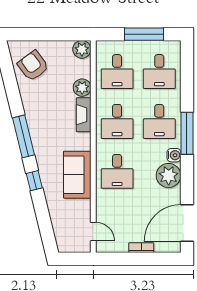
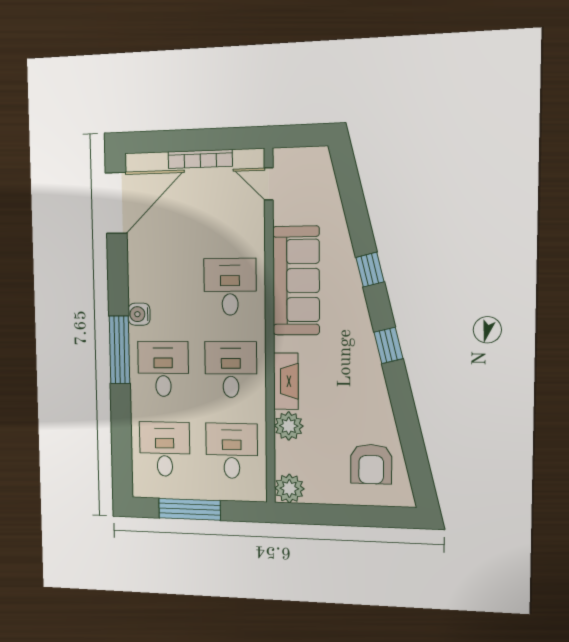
armchair: (33, 66) -> (371, 464), turned 37
window: (23, 136) -> (388, 345), width x0.46
sofa: (77, 175) -> (296, 281), width x1.36
plant: (169, 176) -> (147, 281), removed
bookcase: (141, 248) -> (200, 159), width x1.56

